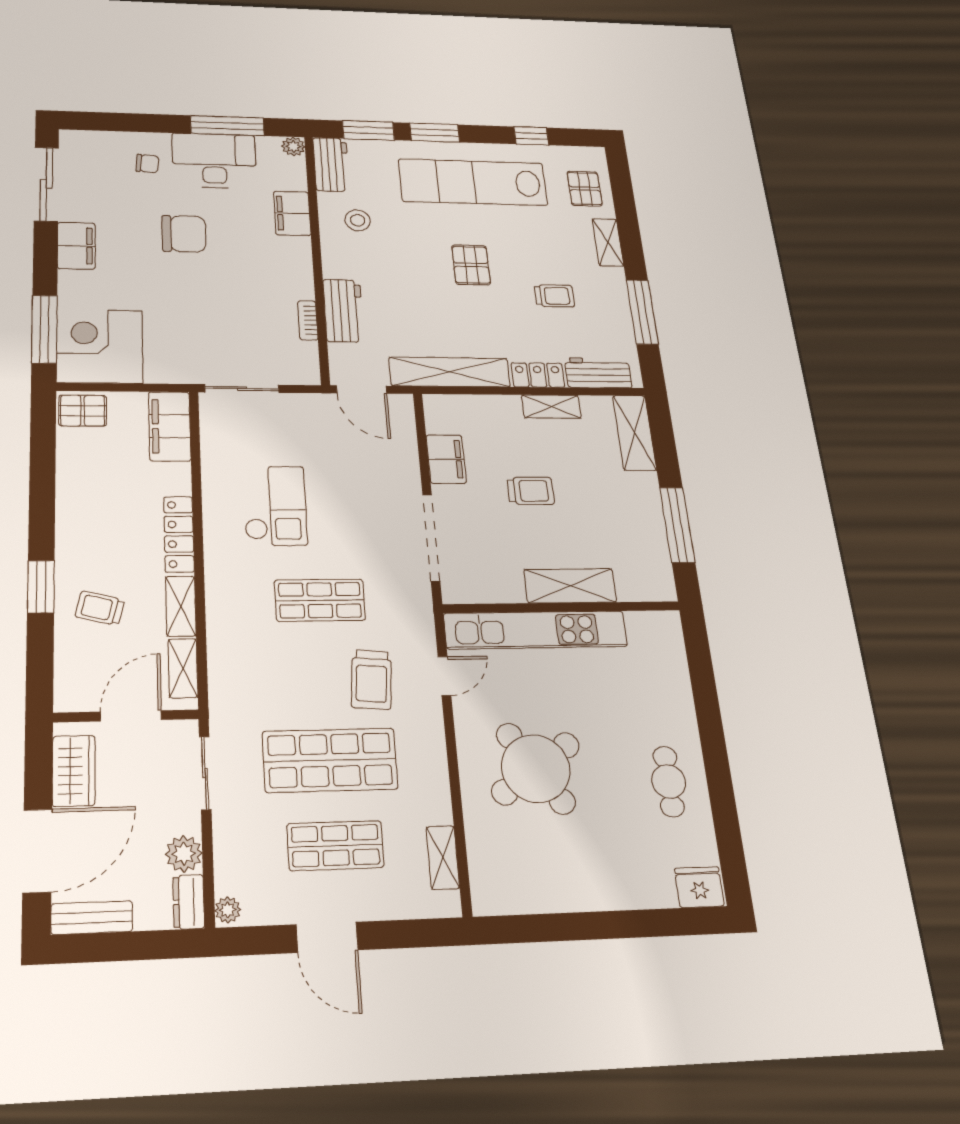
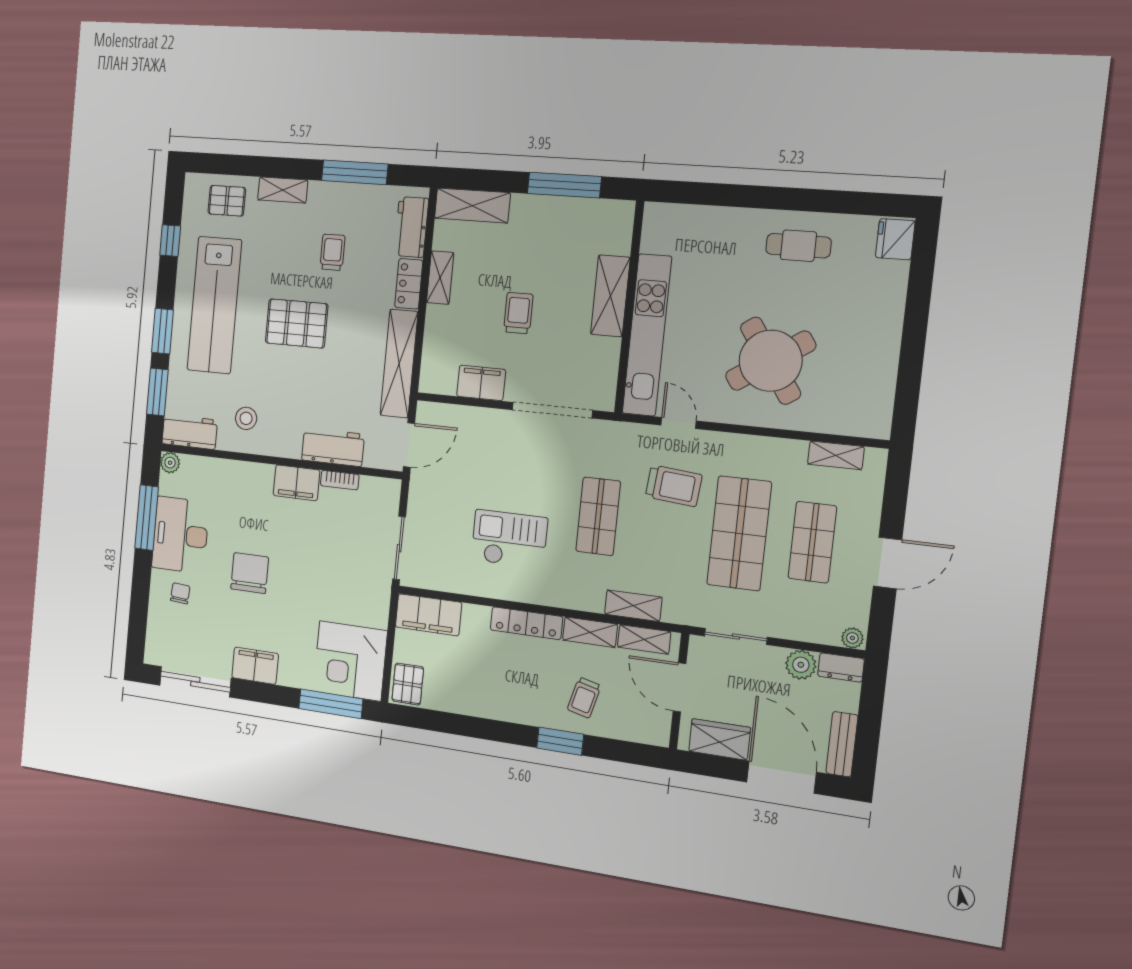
filing cabinet: (292, 213) -> (296, 483), moved
pallet: (471, 265) -> (297, 323), width x1.50, depth x1.42
shelving: (222, 651) -> (633, 606), added

